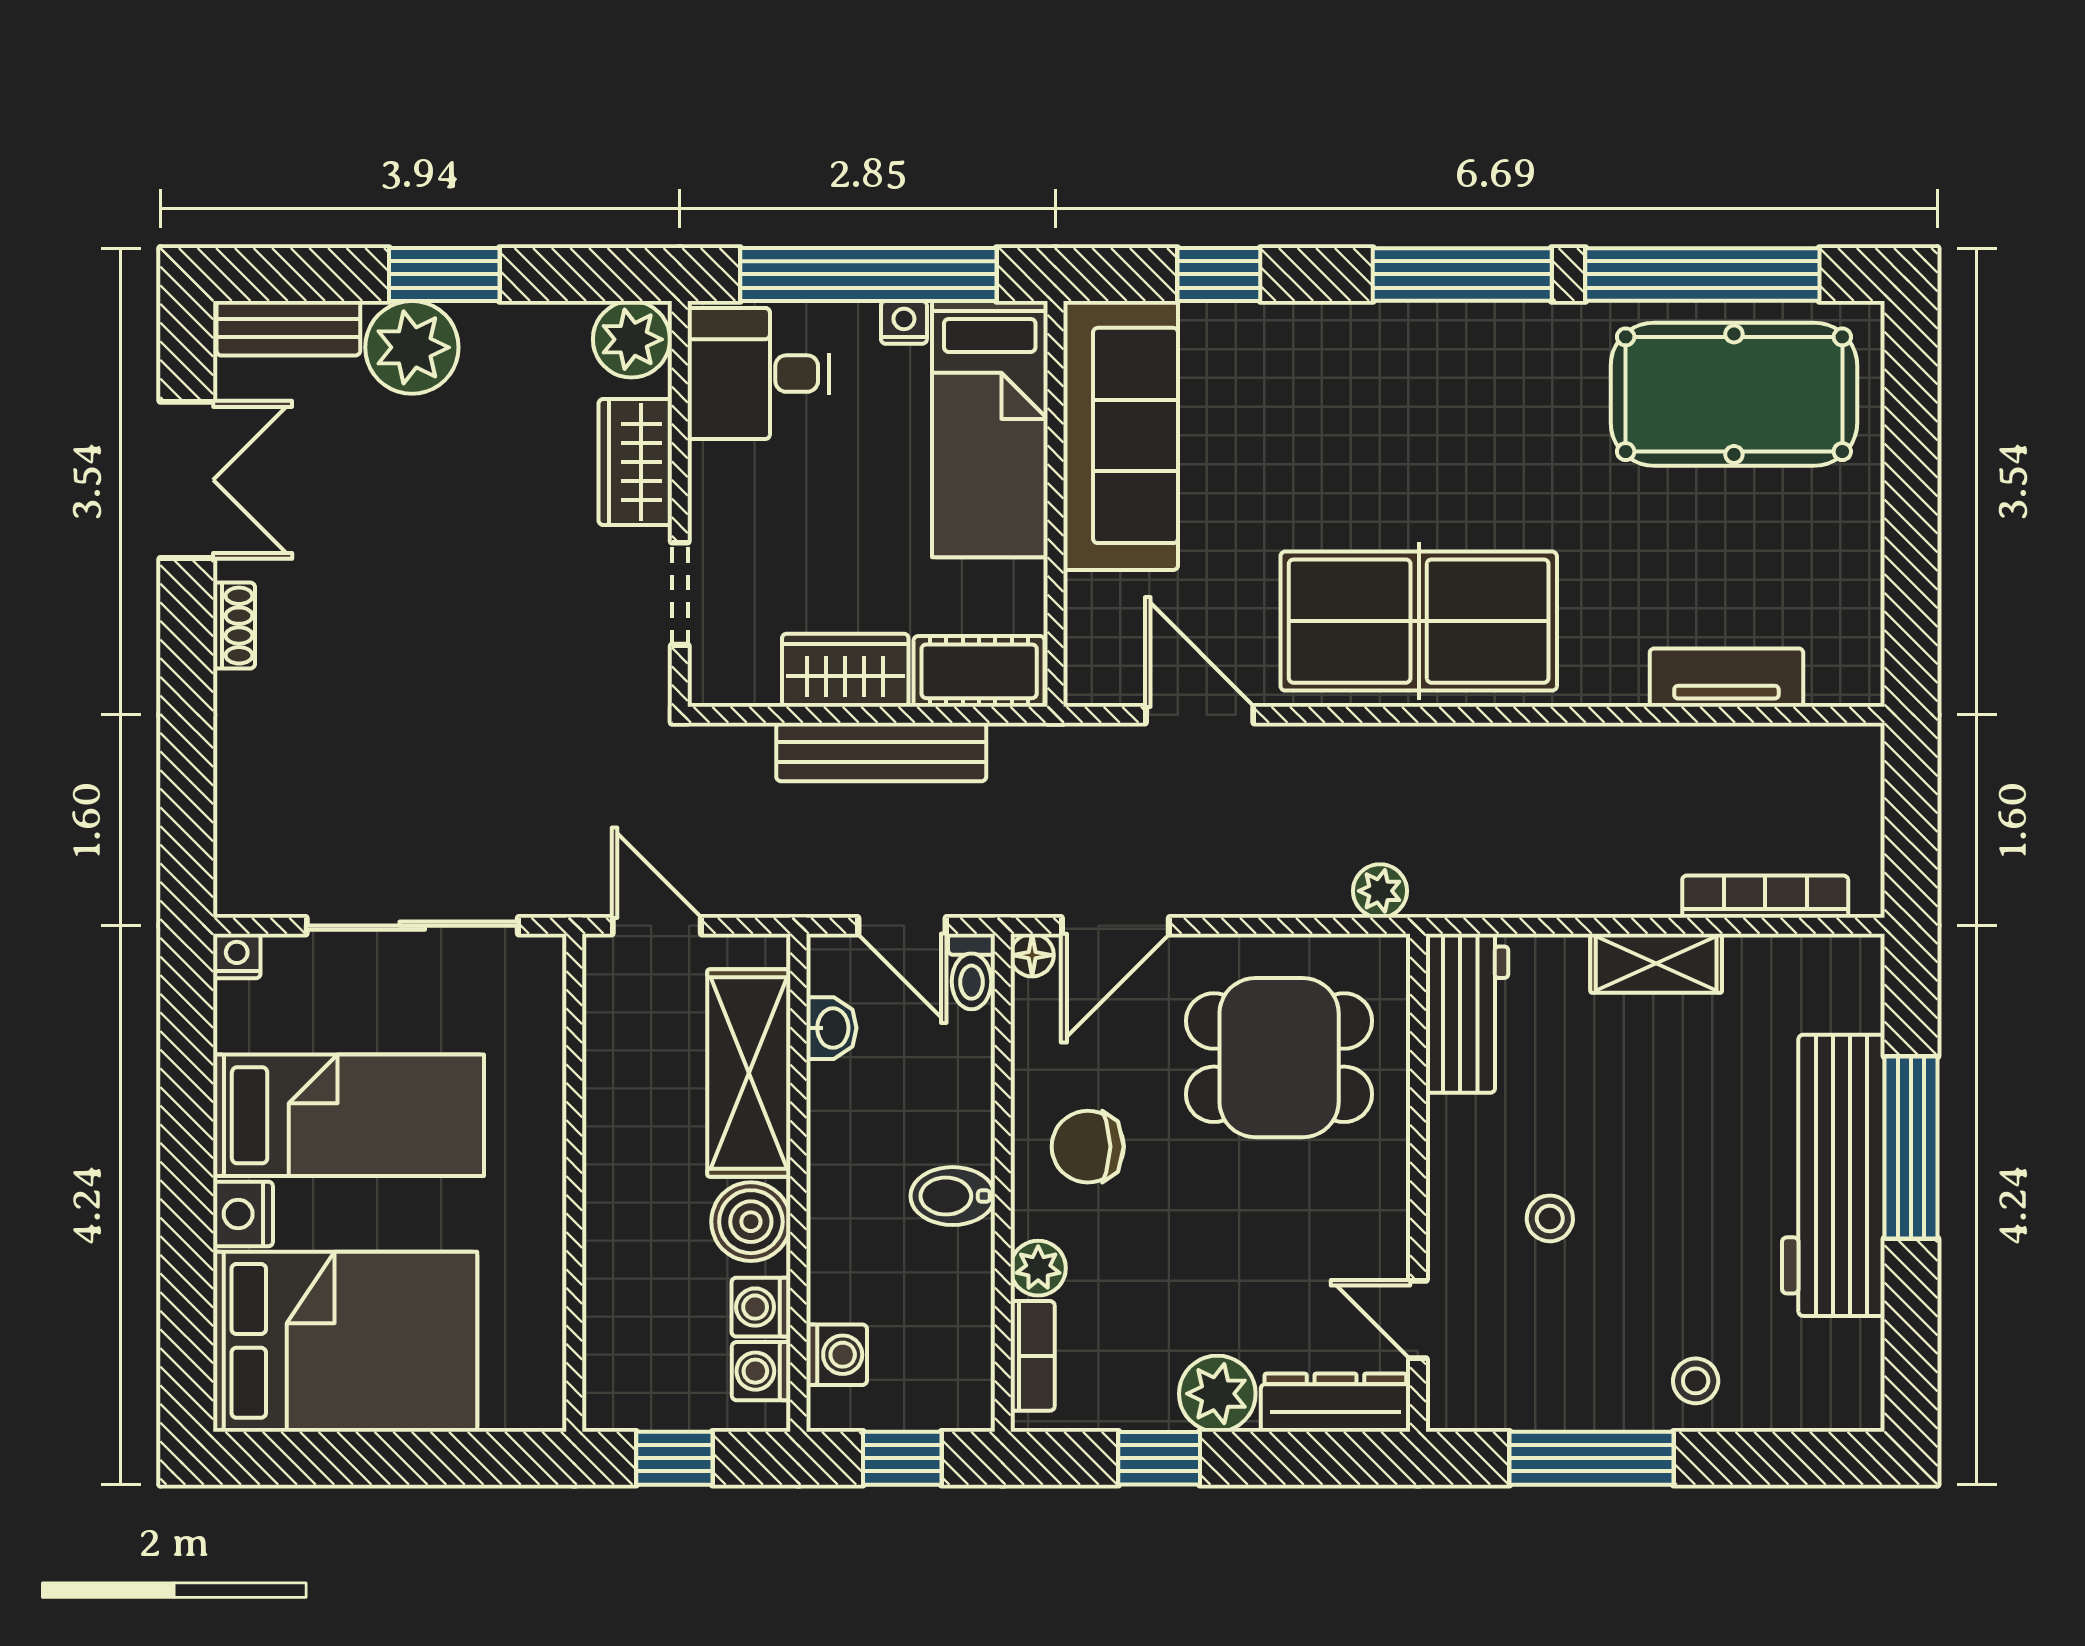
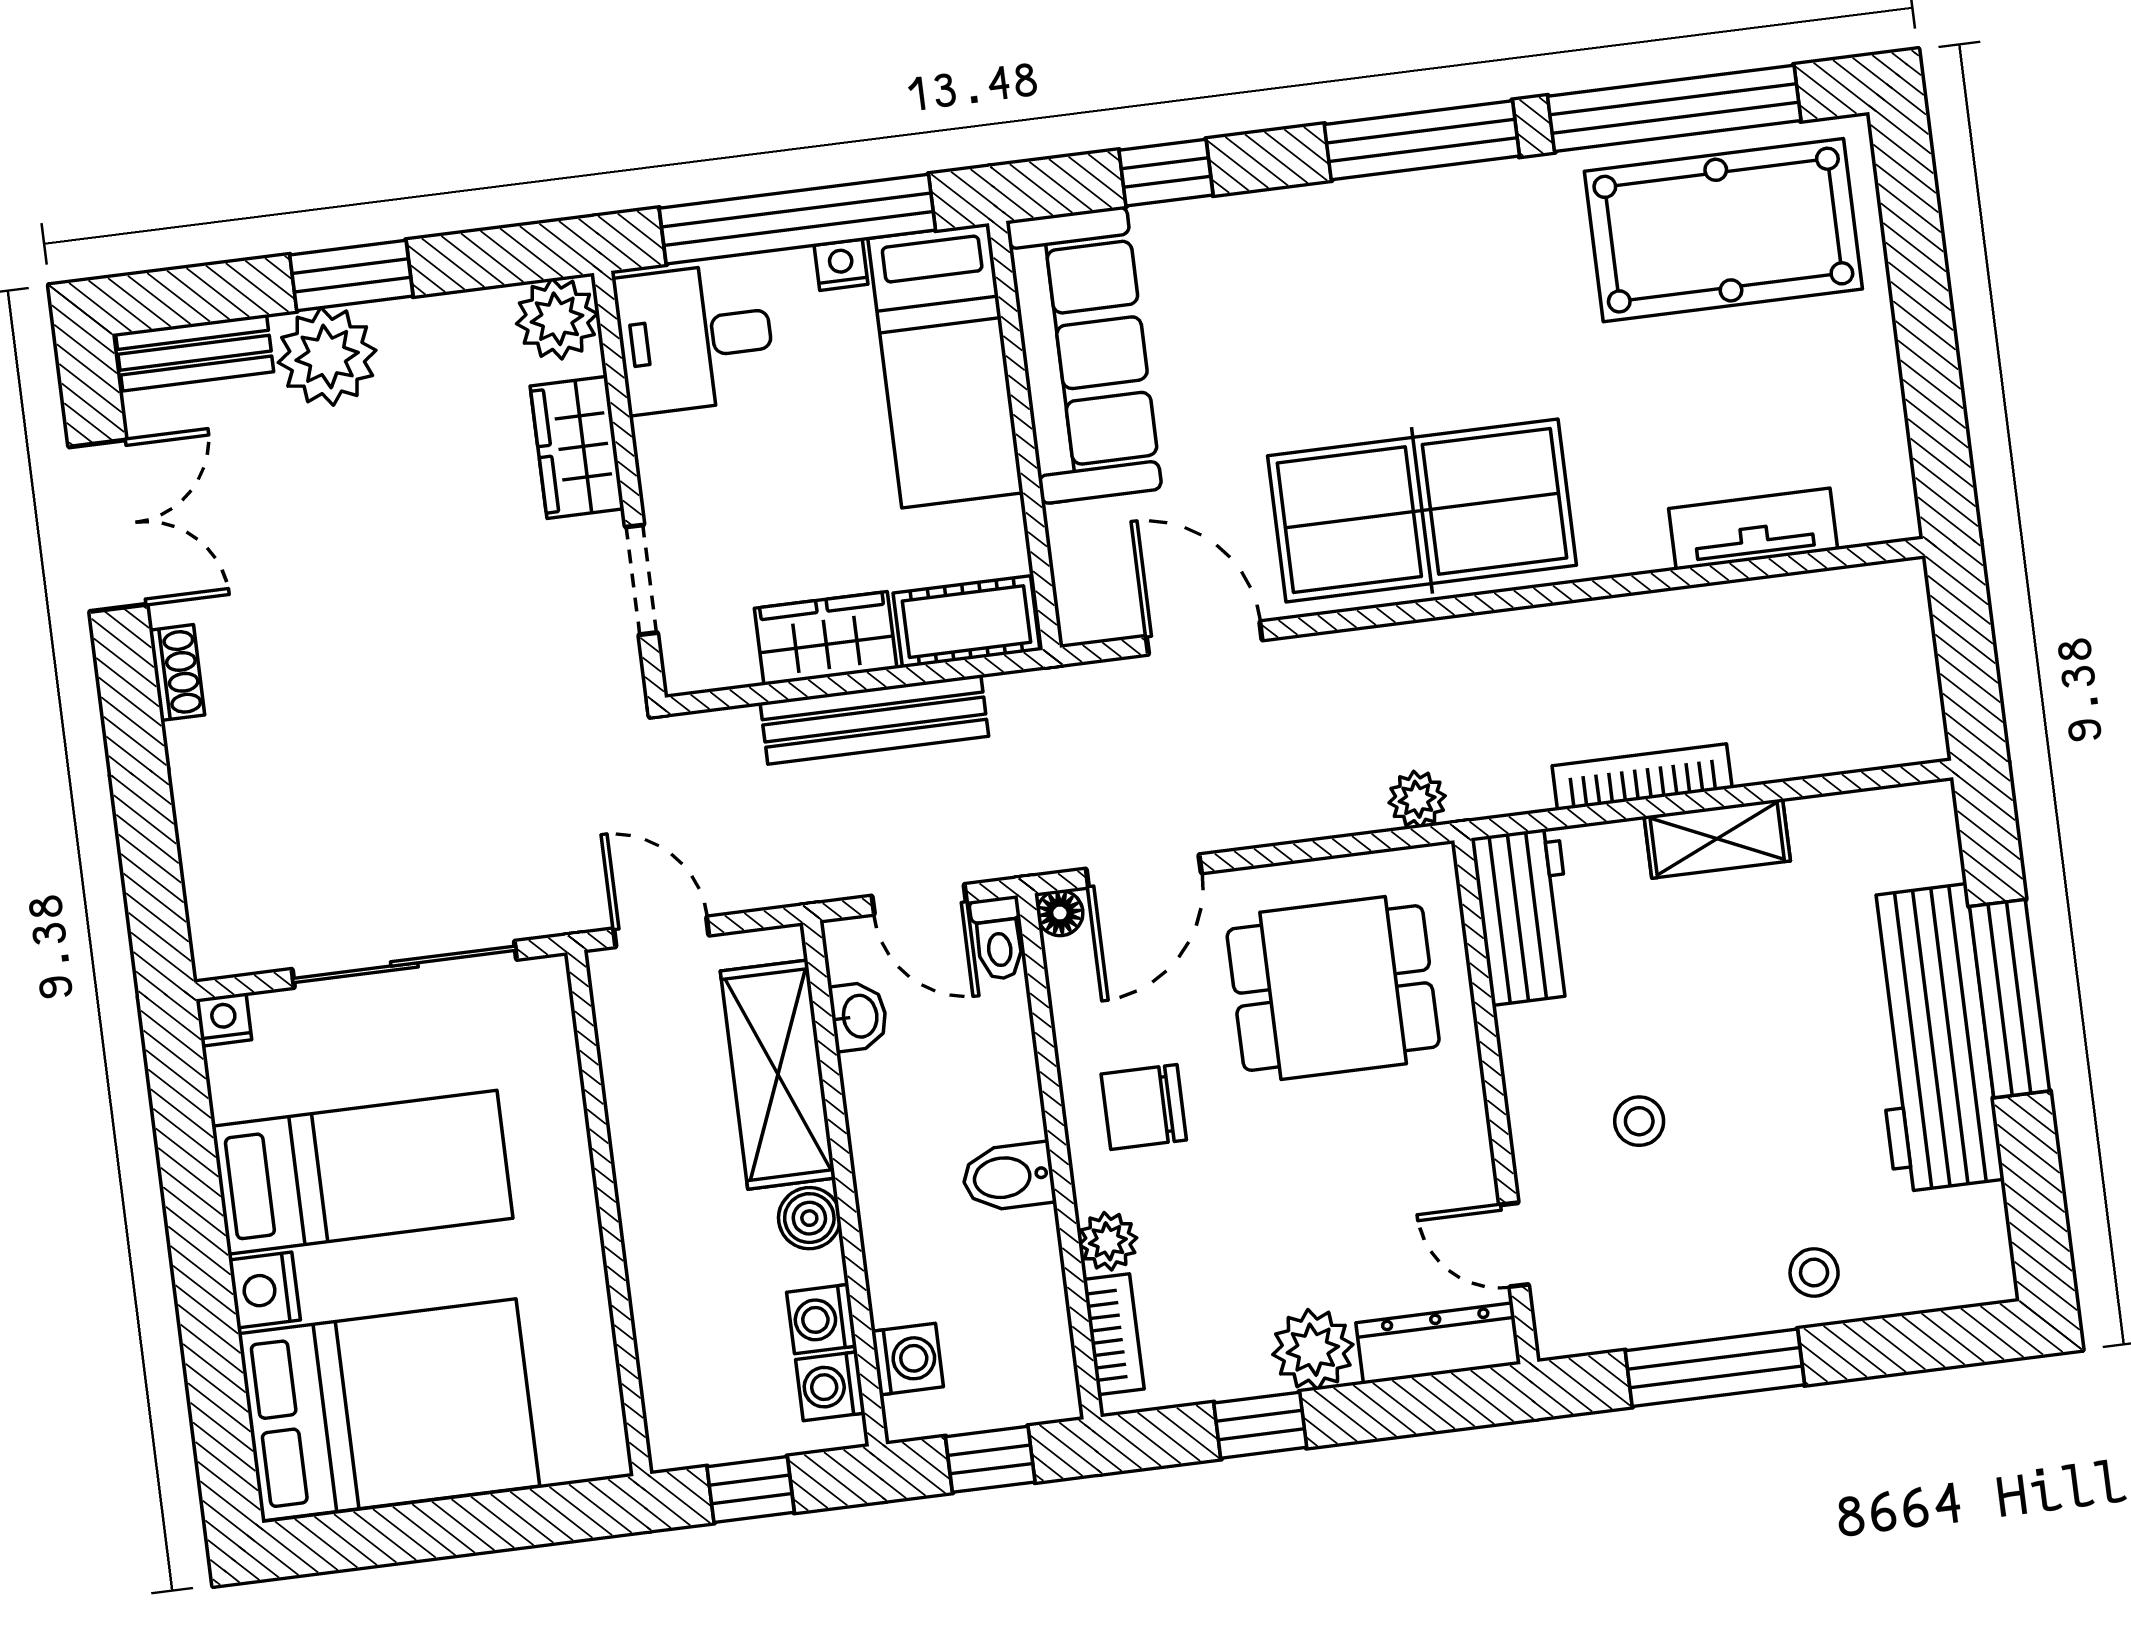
bookcase: (1765, 897) -> (1642, 777), moved
boiler: (751, 1222) -> (809, 1218), width x0.73, depth x0.73

